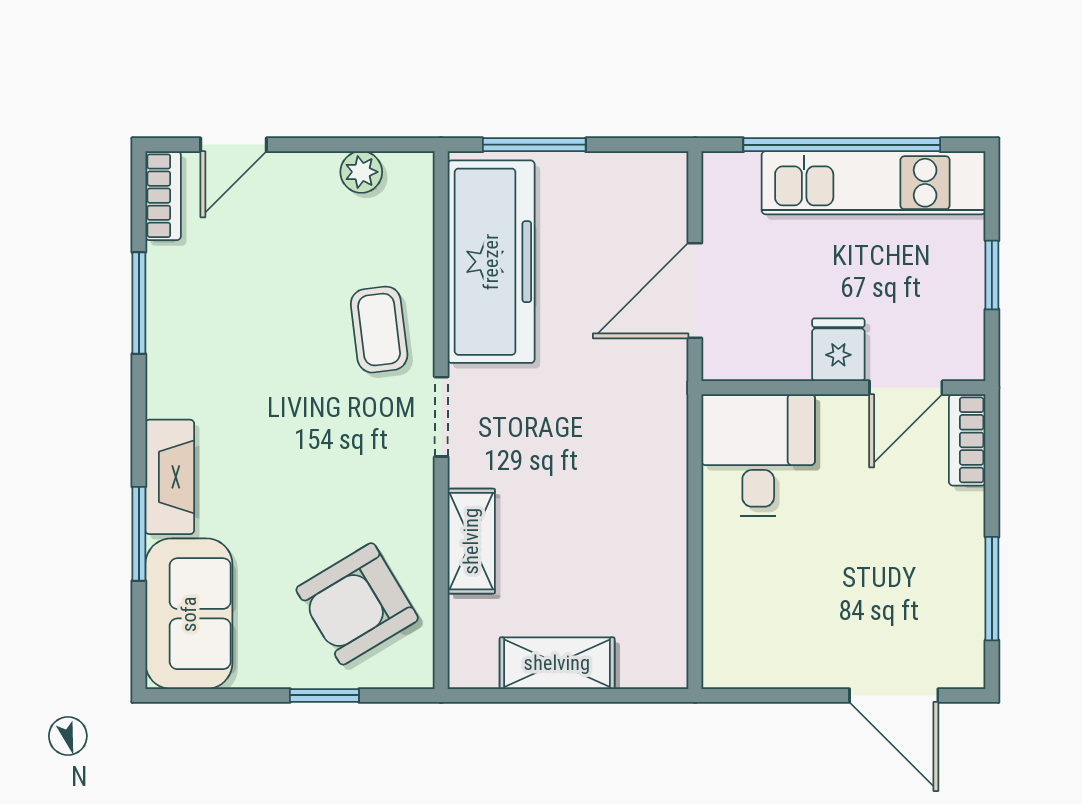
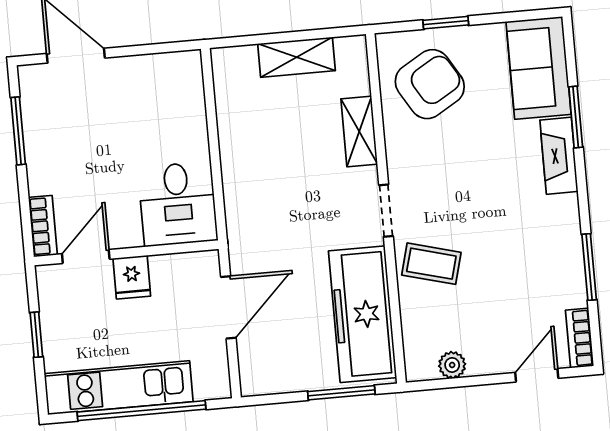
coffee table: (379, 330) -> (431, 264), turned -68

